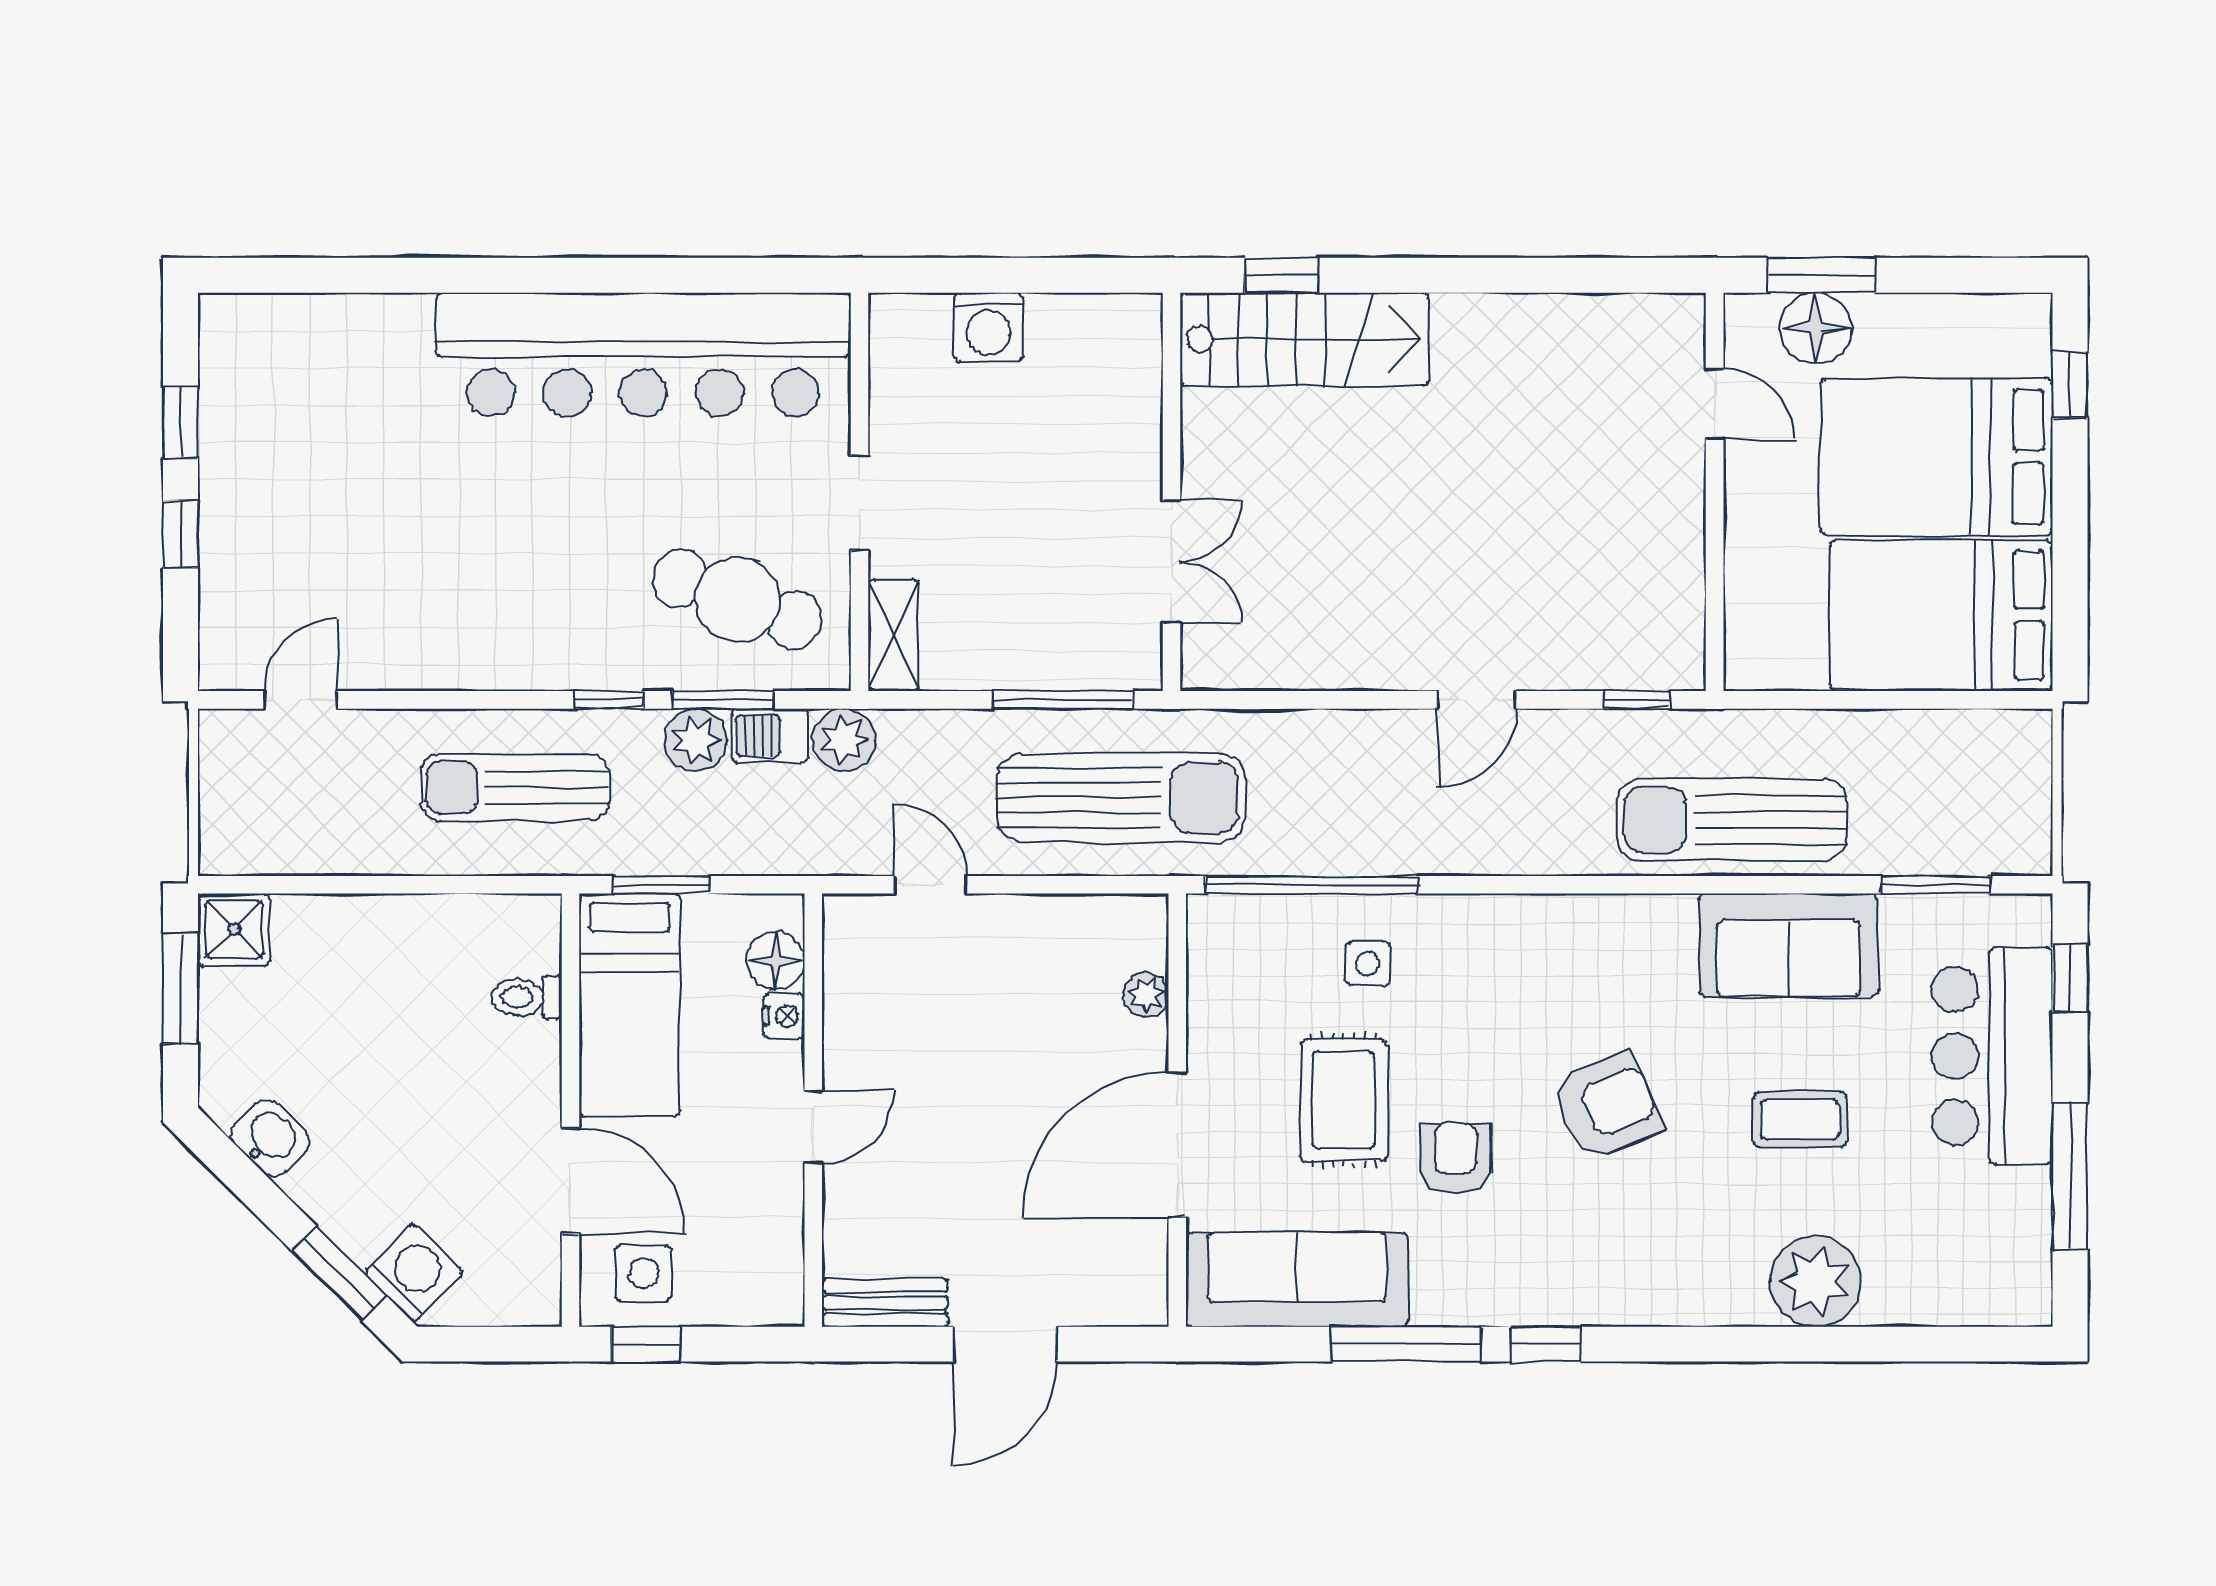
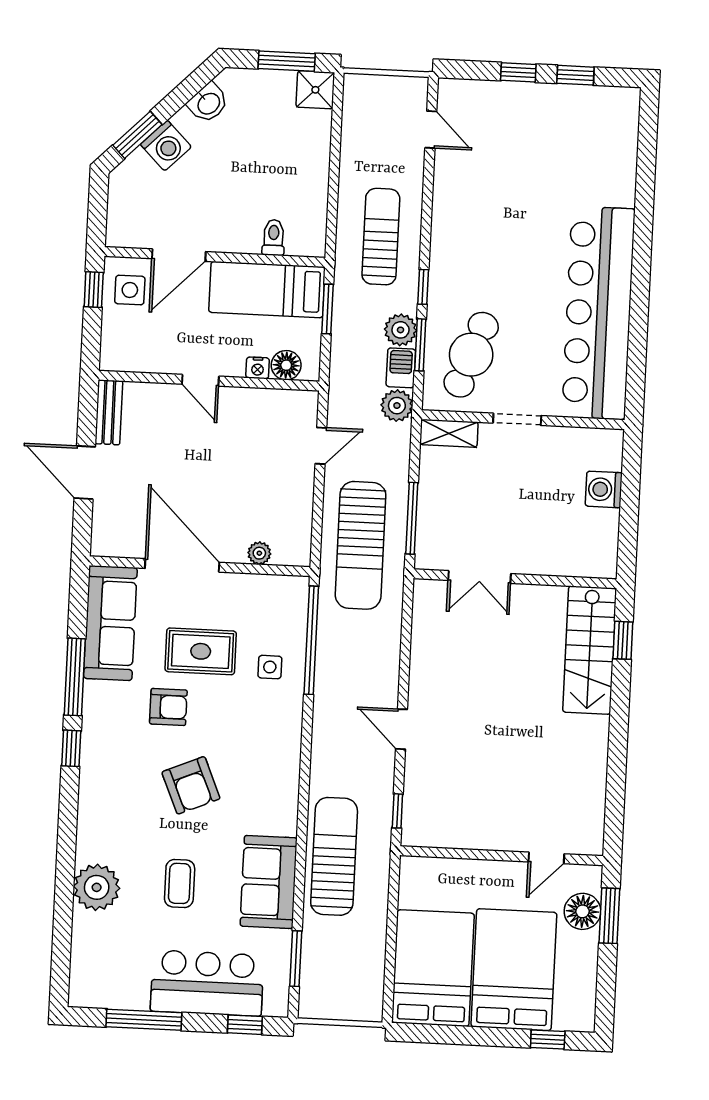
washing machine: (413, 1273) -> (166, 146), moved

